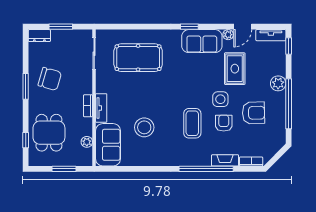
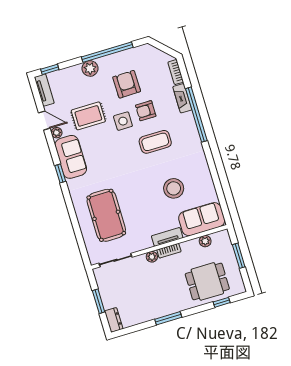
chair: (50, 79) -> (154, 297), removed
plant: (87, 88) -> (152, 257), added

